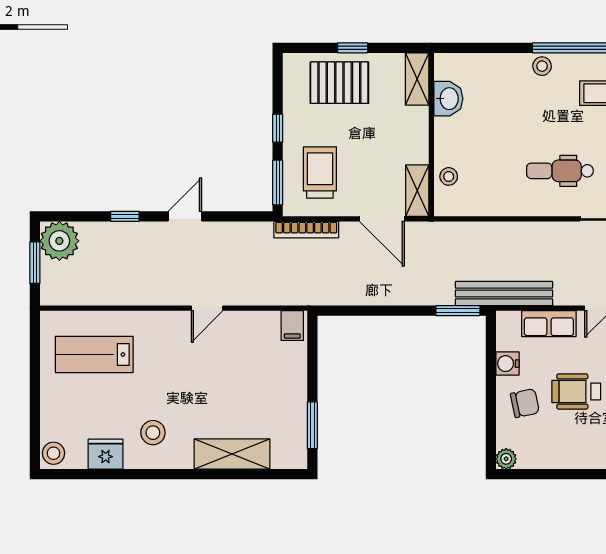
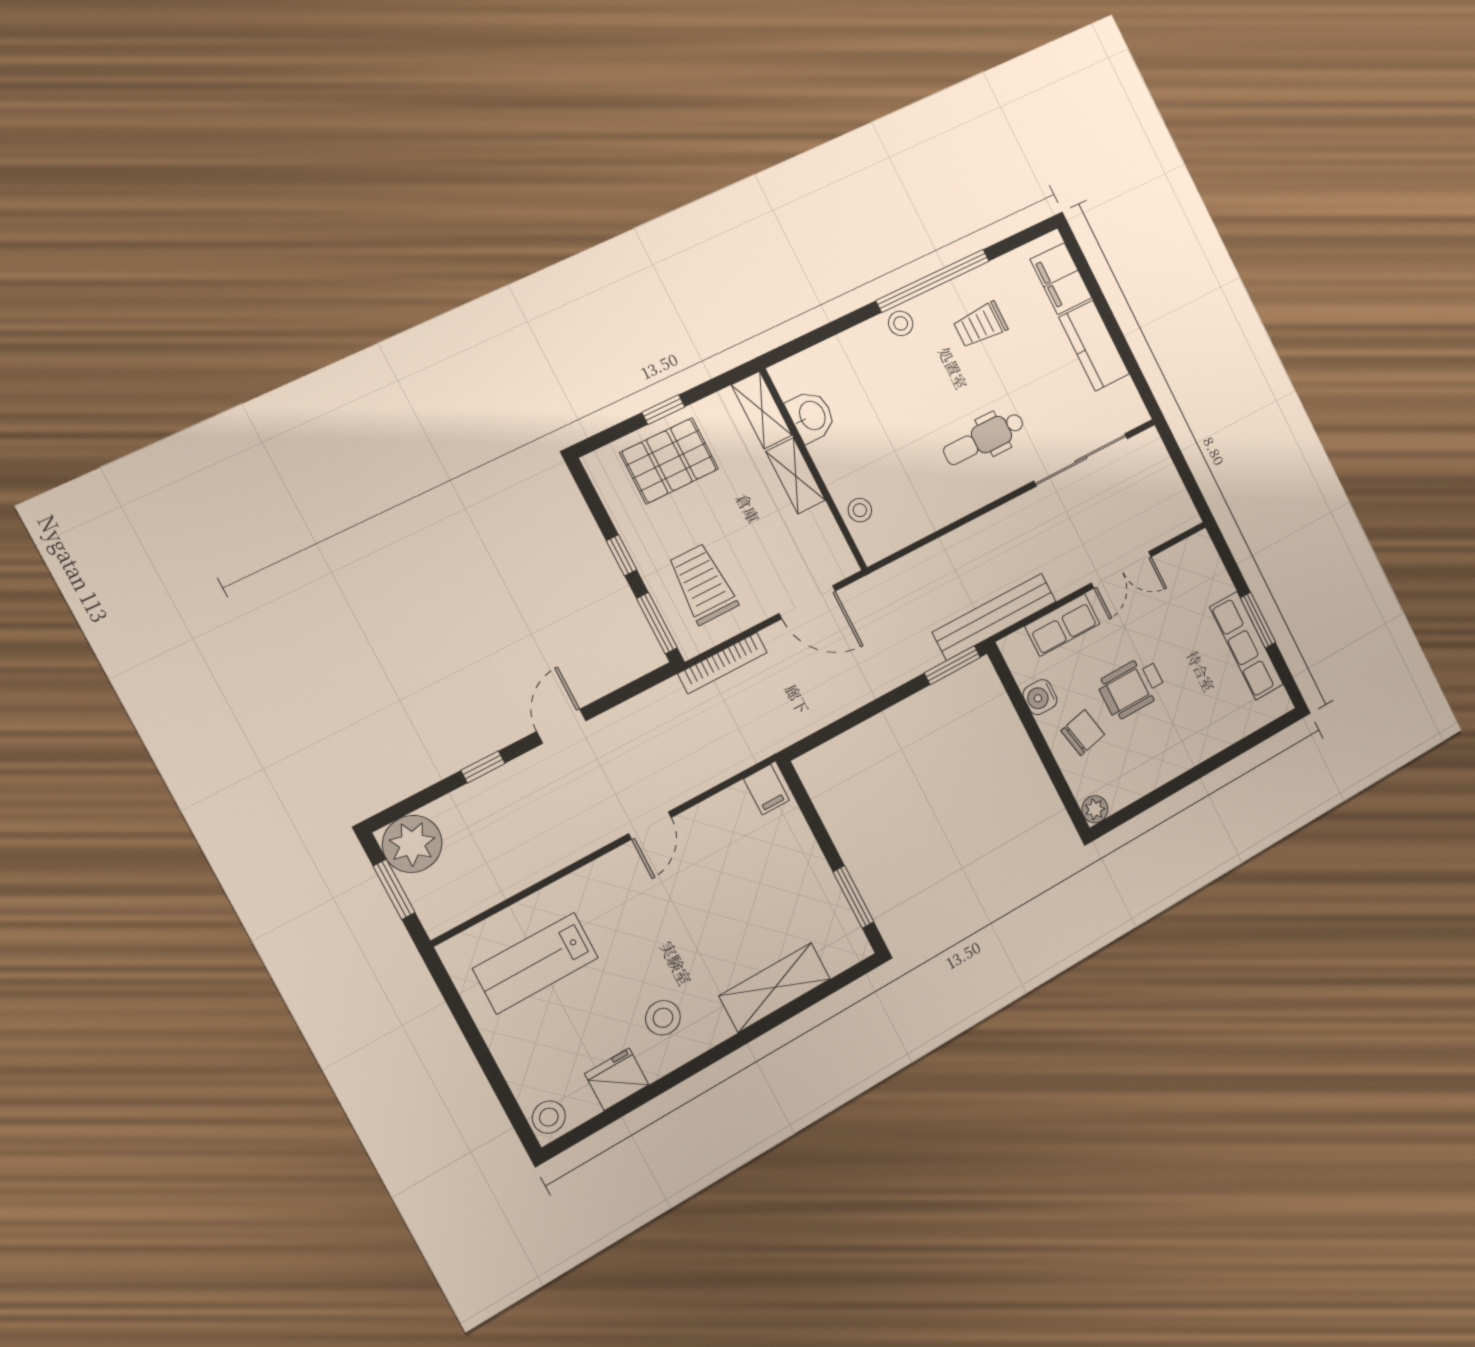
shelving: (417, 191) -> (796, 476), moved

